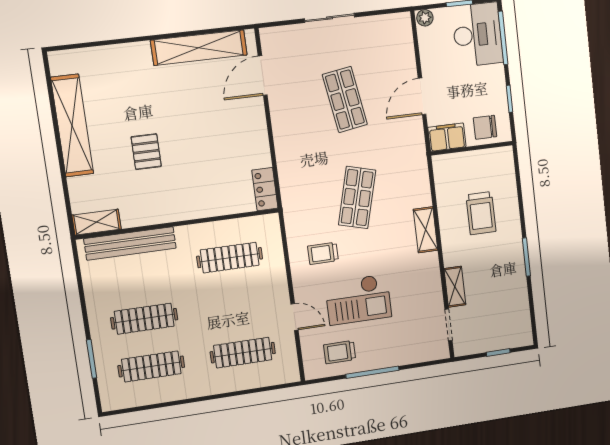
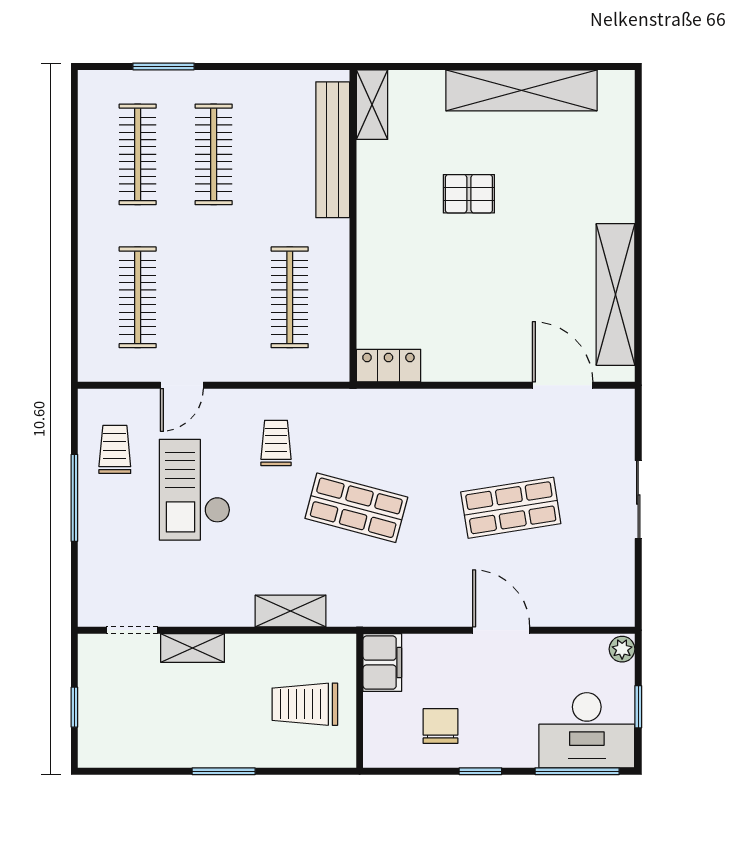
filing cabinet: (447, 137) -> (382, 663), moved
wall: (472, 148) -> (360, 701), moved

